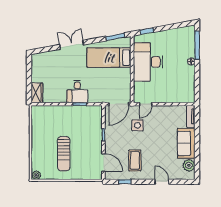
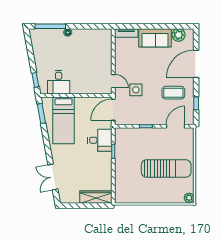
double door: (72, 45) -> (53, 177), moved
desk: (148, 62) -> (59, 82), width x0.53, depth x0.77
desk: (77, 92) -> (100, 140), moved
wardrobe: (37, 93) -> (96, 197), width x1.50
door: (119, 104) -> (113, 110), swing flipped
sun lounger: (64, 154) -> (166, 169), width x1.36, depth x1.34
door: (162, 182) -> (196, 64), width x1.88

